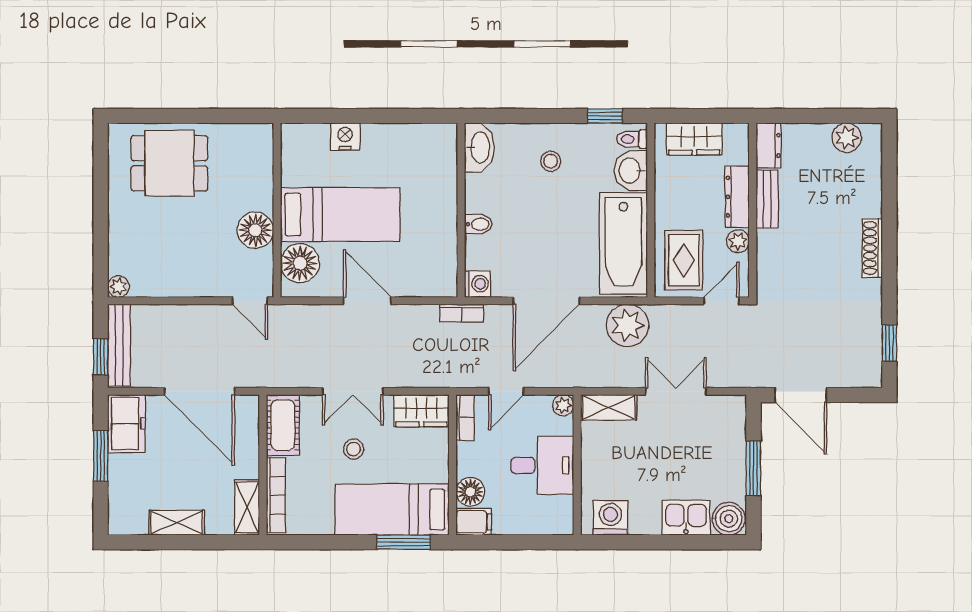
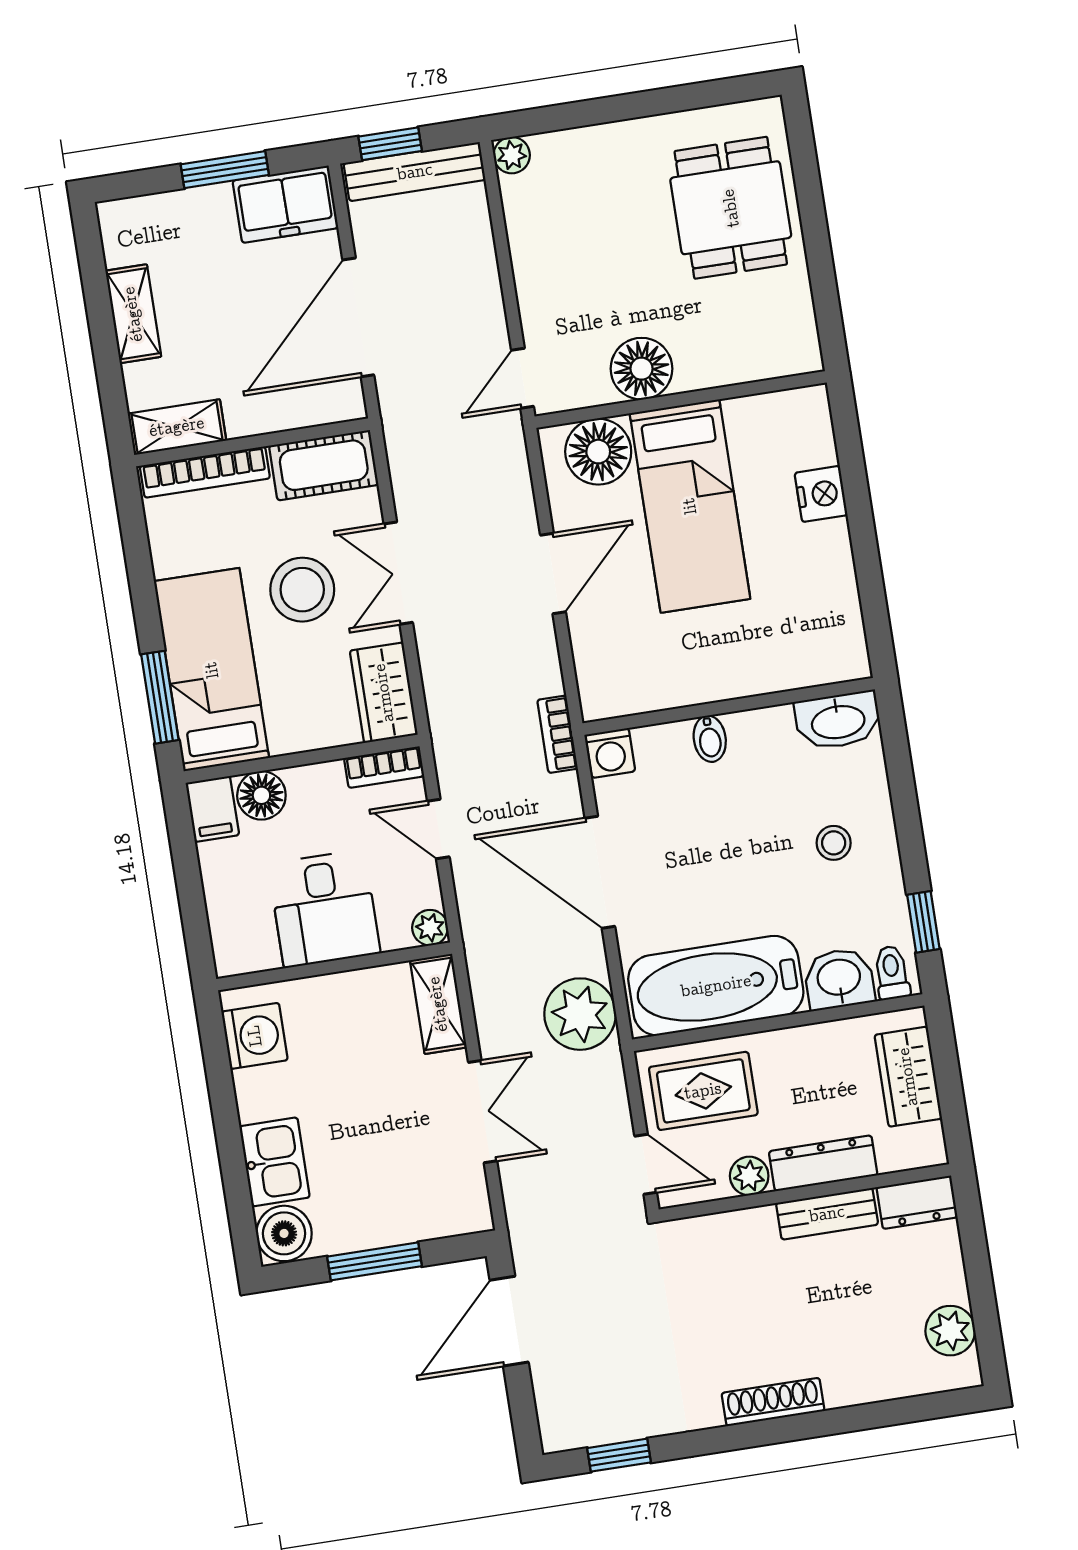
stool: (354, 449) -> (302, 590), width x1.89, depth x1.89

